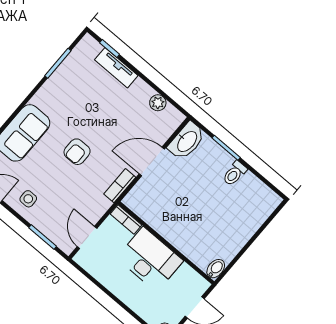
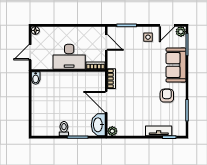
plant: (158, 103) -> (112, 131), moved
armchair: (77, 152) -> (167, 96), moved
door: (152, 162) -> (106, 102), swing flipped

